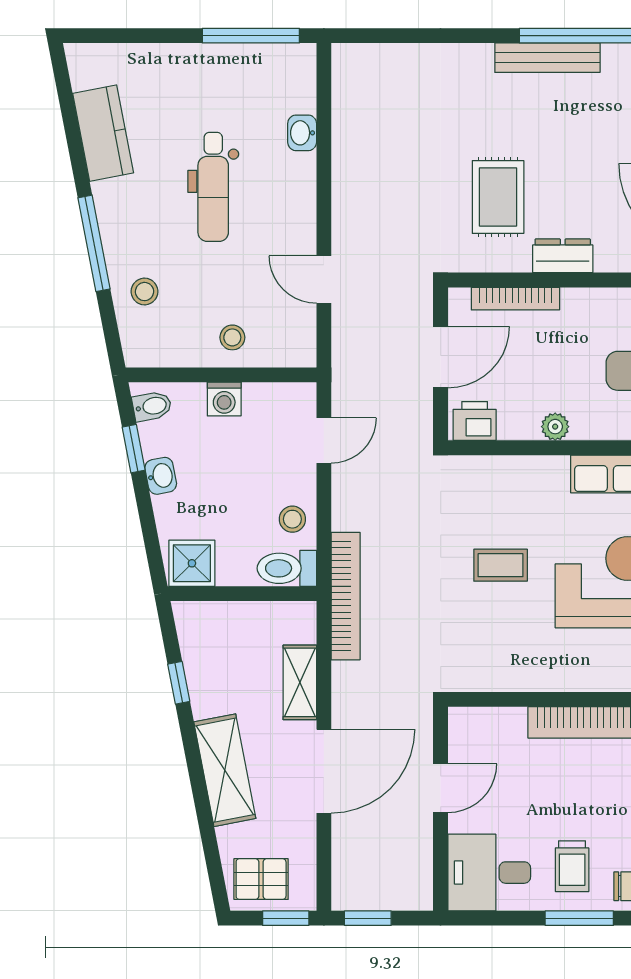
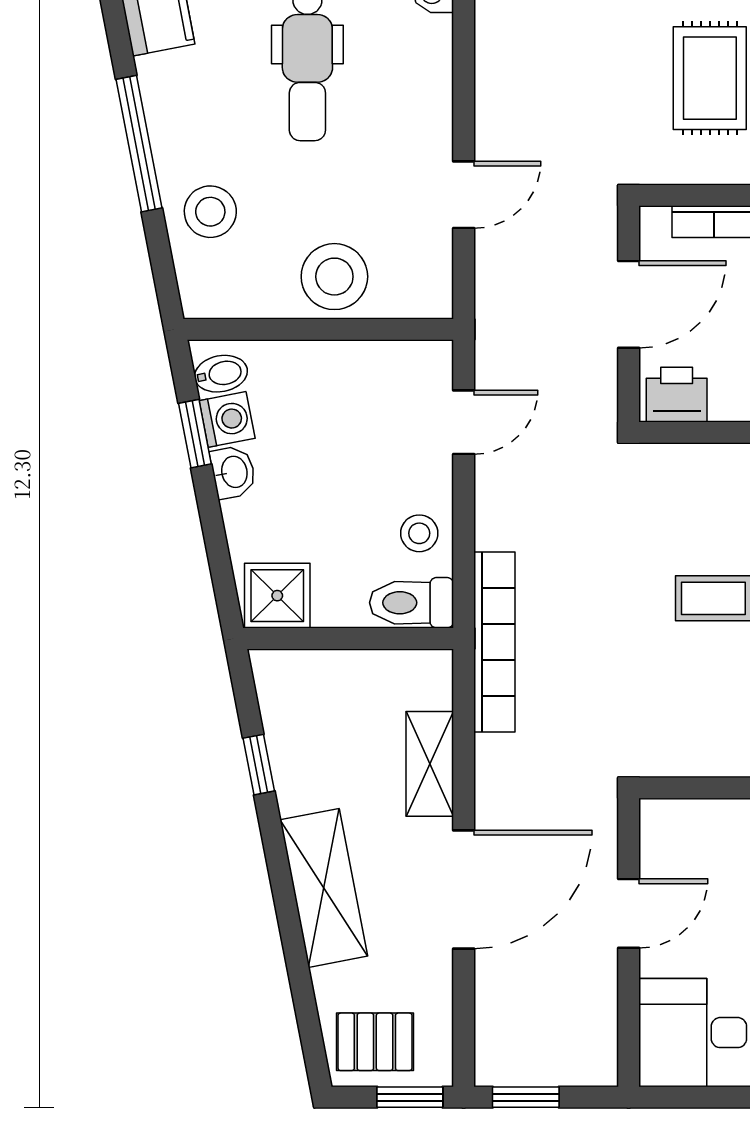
door: (324, 280) -> (464, 195), swing flipped
stool: (144, 292) -> (210, 212), width x1.37, depth x1.37
stool: (232, 337) -> (334, 277), width x1.89, depth x1.89
washing machine: (224, 399) -> (227, 419), moved, turned -101

